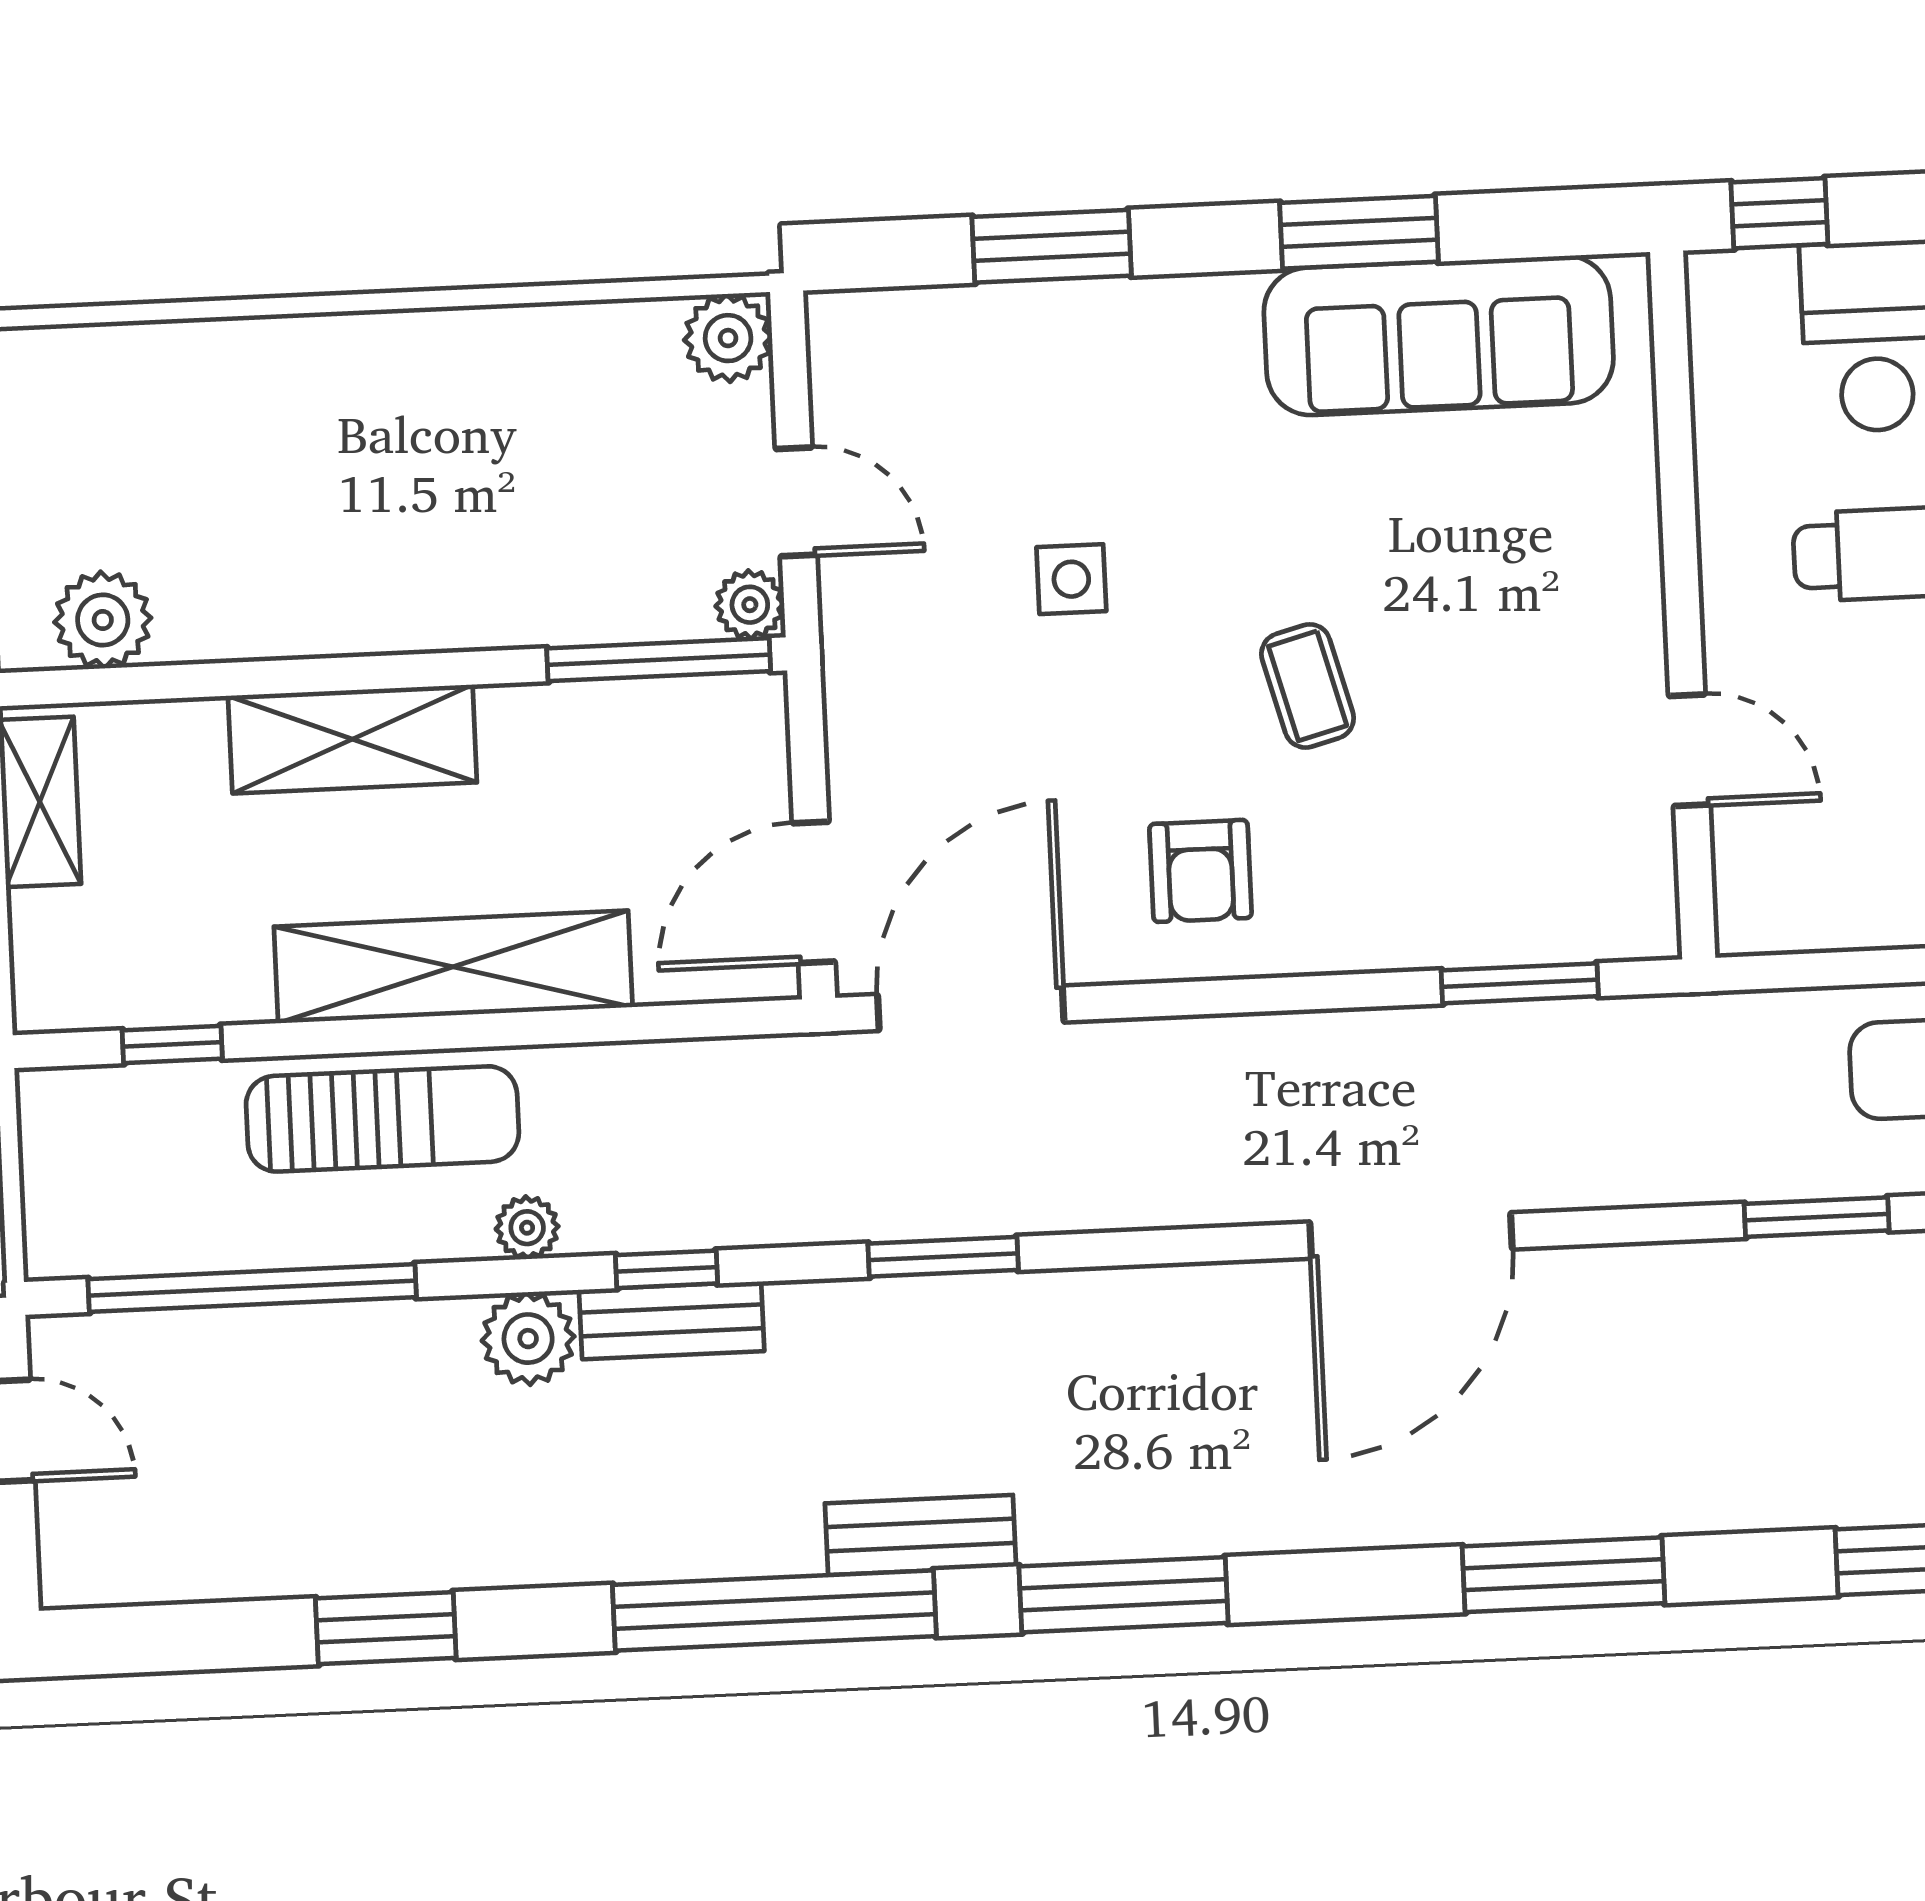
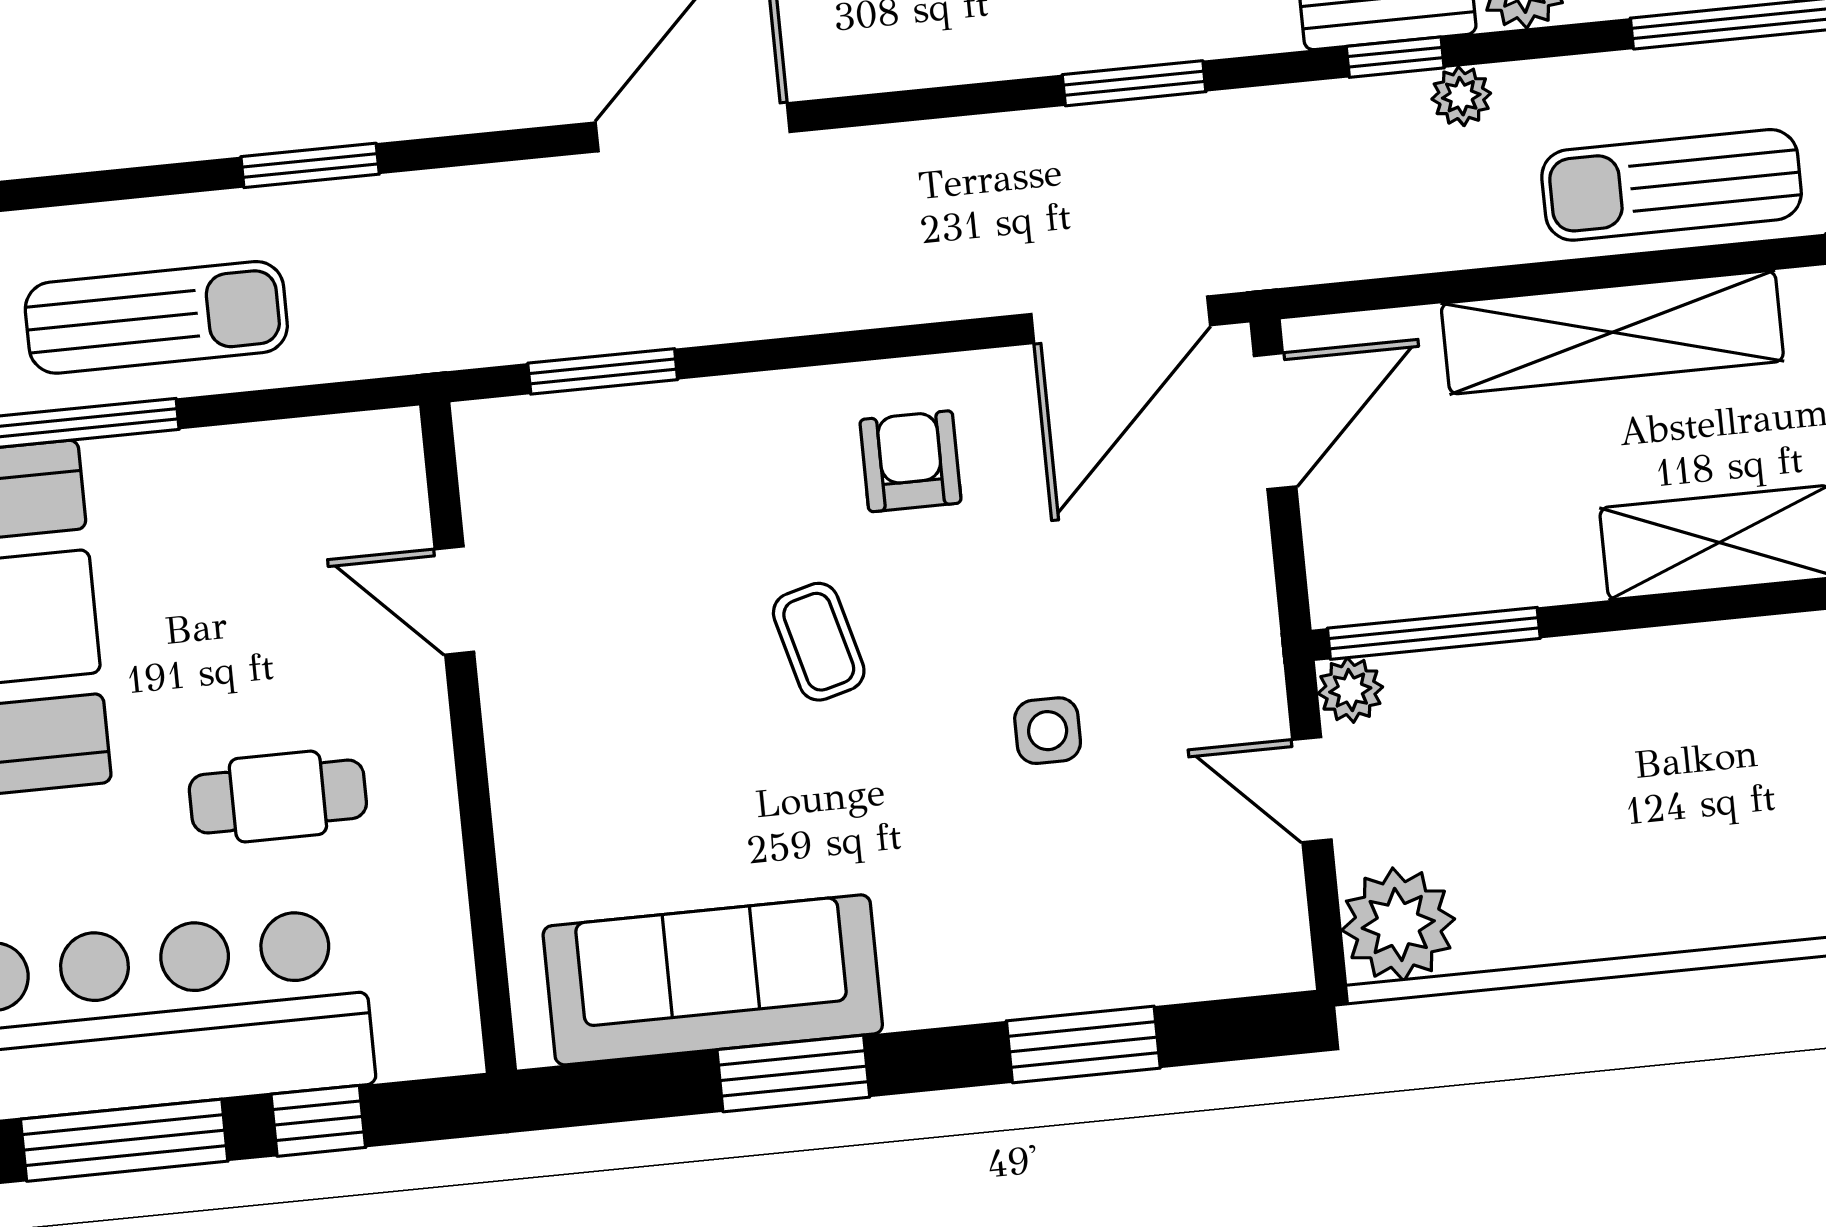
window: (1779, 213) -> (318, 1121), moved
plant: (728, 338) -> (1398, 924), width x1.36, depth x1.36
plant: (527, 1228) -> (1461, 96), moved

